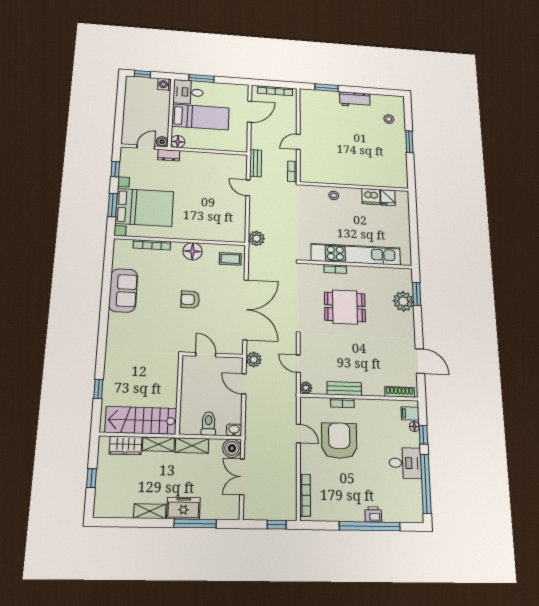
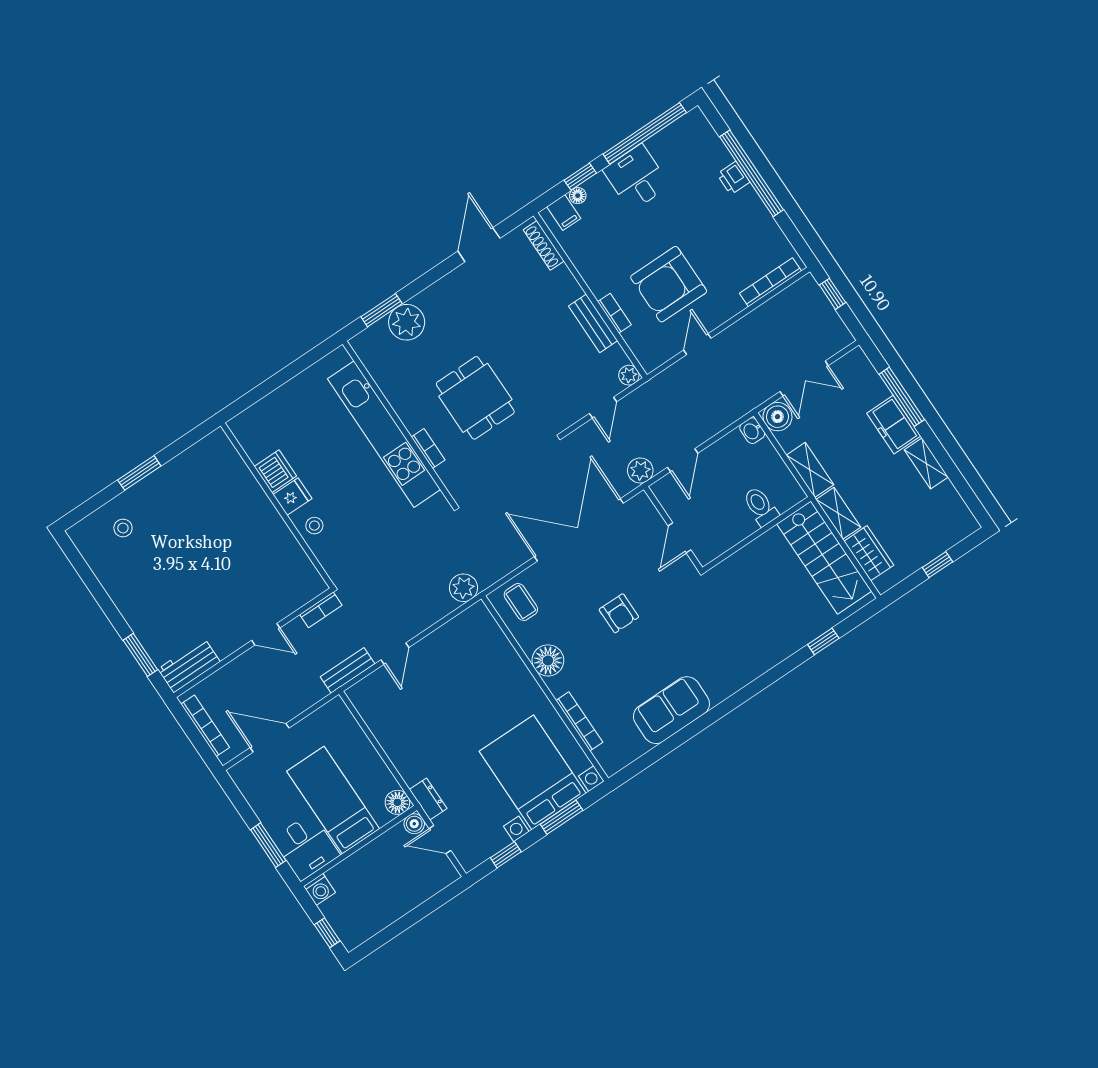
workbench: (355, 100) -> (189, 665), moved, turned -90
fridge: (388, 198) -> (292, 497), moved
toilet: (209, 424) -> (761, 506), moved, turned 90

